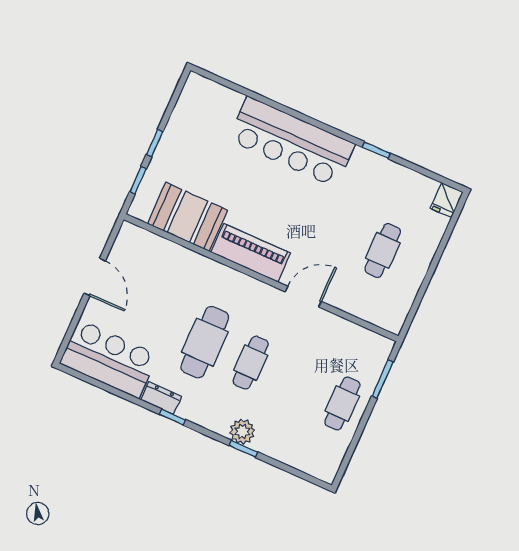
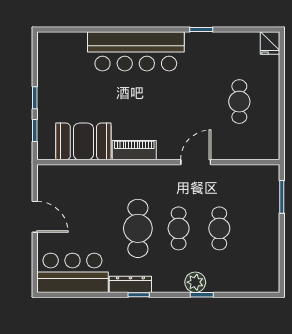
piano: (251, 253) -> (134, 150), width x0.73, depth x0.75
dresser: (161, 398) -> (130, 284), width x1.44
cafe table: (342, 404) -> (219, 228), moved

